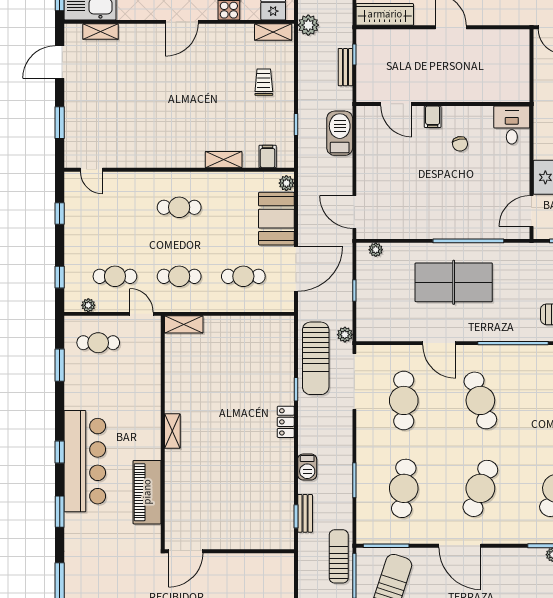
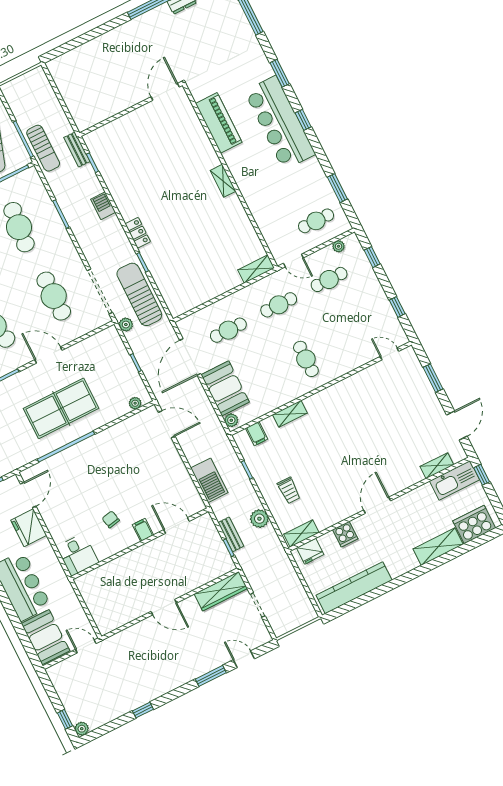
plant: (308, 25) -> (259, 519), moved
cafe table: (179, 207) -> (306, 359), turned 90
bench: (305, 513) -> (77, 150), moved

